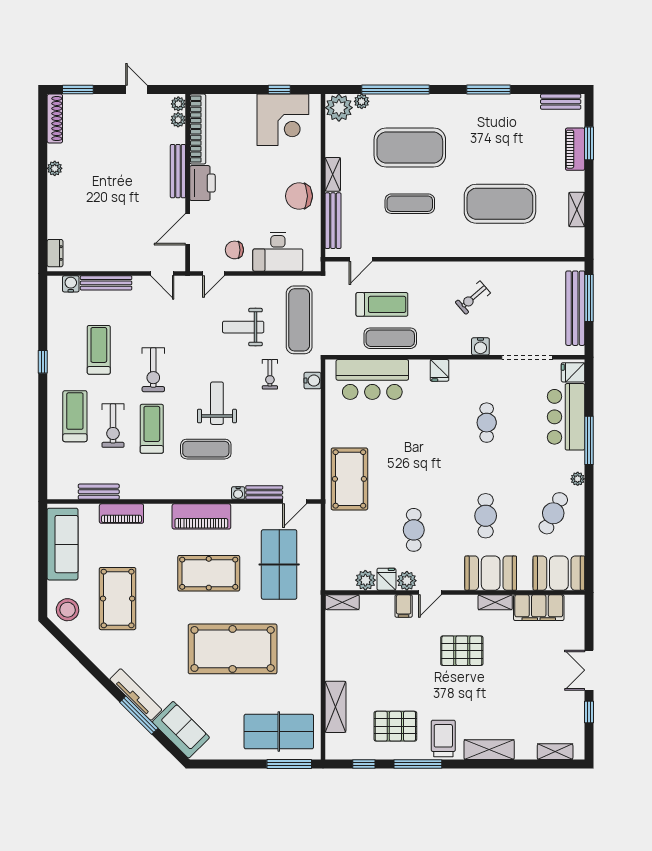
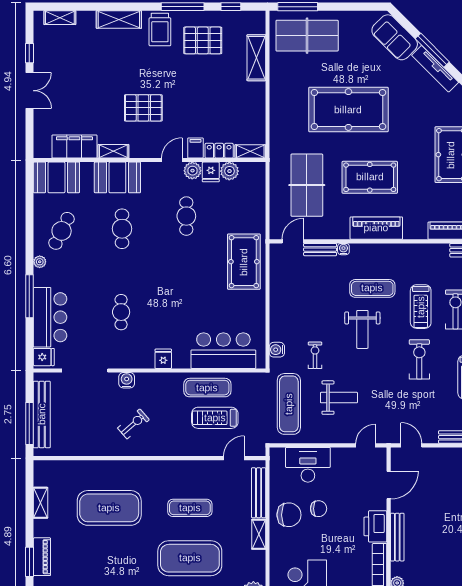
chair: (234, 250) -> (319, 509), moved
locker: (377, 603) -> (219, 151), added

